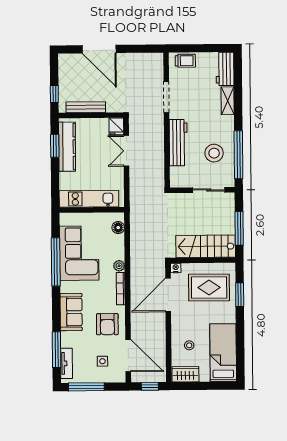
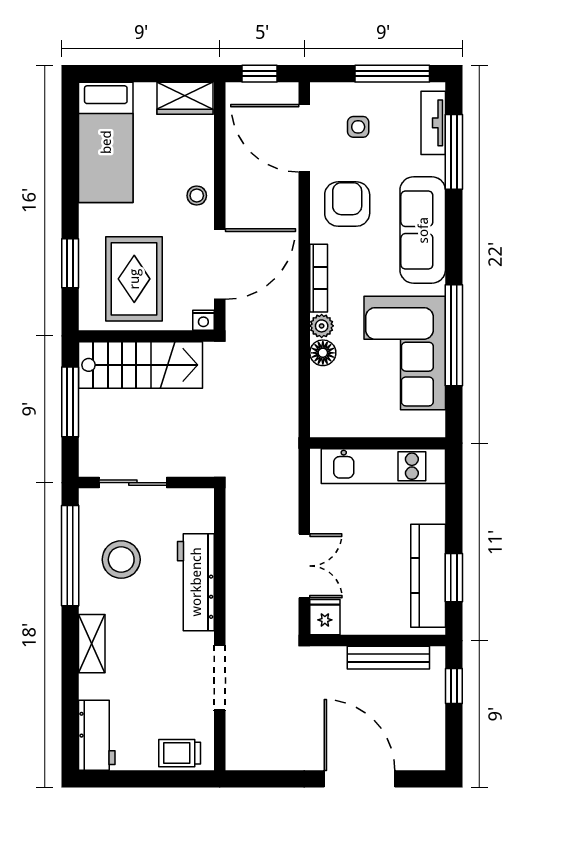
shelving: (228, 101) -> (92, 644), moved
floor lamp: (118, 228) -> (323, 353), moved
rug: (209, 287) -> (134, 279), turned 90
sofa: (71, 312) -> (423, 230), width x1.36
stool: (189, 345) -> (197, 196), moved

